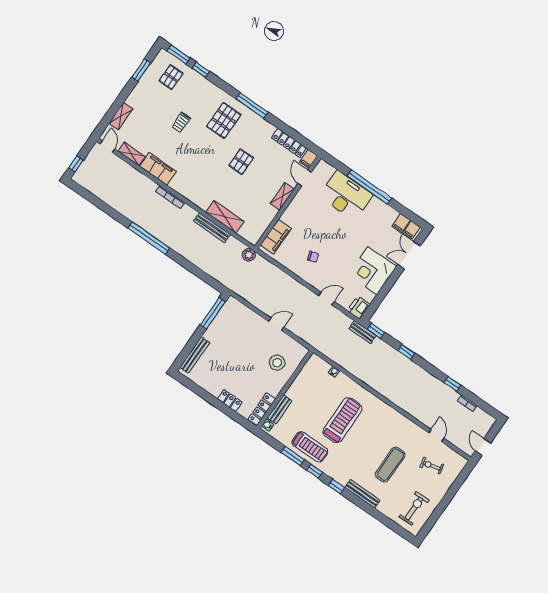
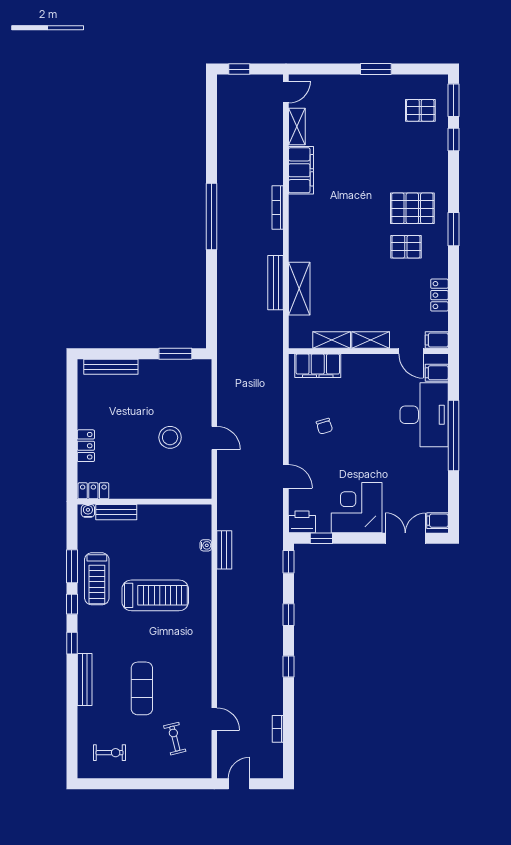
window: (141, 70) -> (376, 69), moved
window: (252, 105) -> (453, 229), width x0.69
shelving: (121, 116) -> (332, 340), moved
trolley: (181, 122) -> (375, 159), removed
locker: (289, 143) -> (439, 295), width x0.66
pallet: (241, 162) -> (406, 247), moved
door: (305, 178) -> (411, 351), swing flipped
filing cabinet: (401, 223) -> (437, 373), moved
plant: (249, 255) -> (274, 348), removed
window: (376, 303) -> (321, 538), added
window: (213, 313) -> (175, 354), width x0.69
bench: (363, 332) -> (224, 550), moved
stool: (277, 363) -> (170, 437), moved
window: (452, 384) -> (289, 666), moved
locker: (262, 409) -> (93, 491), width x0.66
door: (436, 436) -> (214, 719), hinge flipped
exercise mat: (390, 465) -> (142, 688), turned 90
exercise bike: (414, 508) -> (110, 753), width x0.73, depth x0.72

